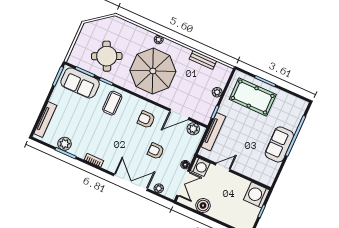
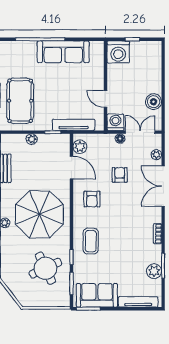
sofa: (80, 83) -> (97, 295), moved, turned -90
coffee table: (112, 103) -> (91, 241), turned 90
sofa: (279, 144) -> (63, 52), width x1.36
armchair: (156, 151) -> (120, 175), turned 180

